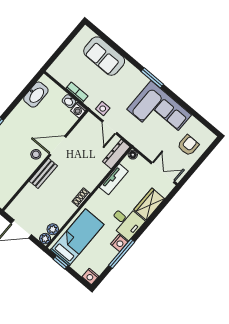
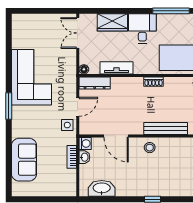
armchair: (188, 145) -> (38, 31), removed
door: (58, 146) -> (116, 136), moved
bench: (43, 173) -> (166, 129), width x1.36
nightstand: (119, 243) -> (164, 20), removed

